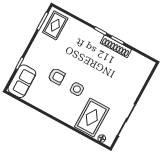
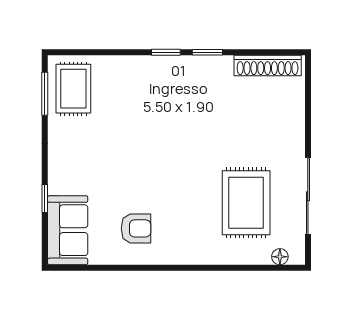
shoe rack: (116, 46) -> (268, 66), moved
armchair: (57, 76) -> (136, 228), moved
side table: (77, 89) -> (181, 188), removed
rug: (92, 118) -> (246, 203), moved

